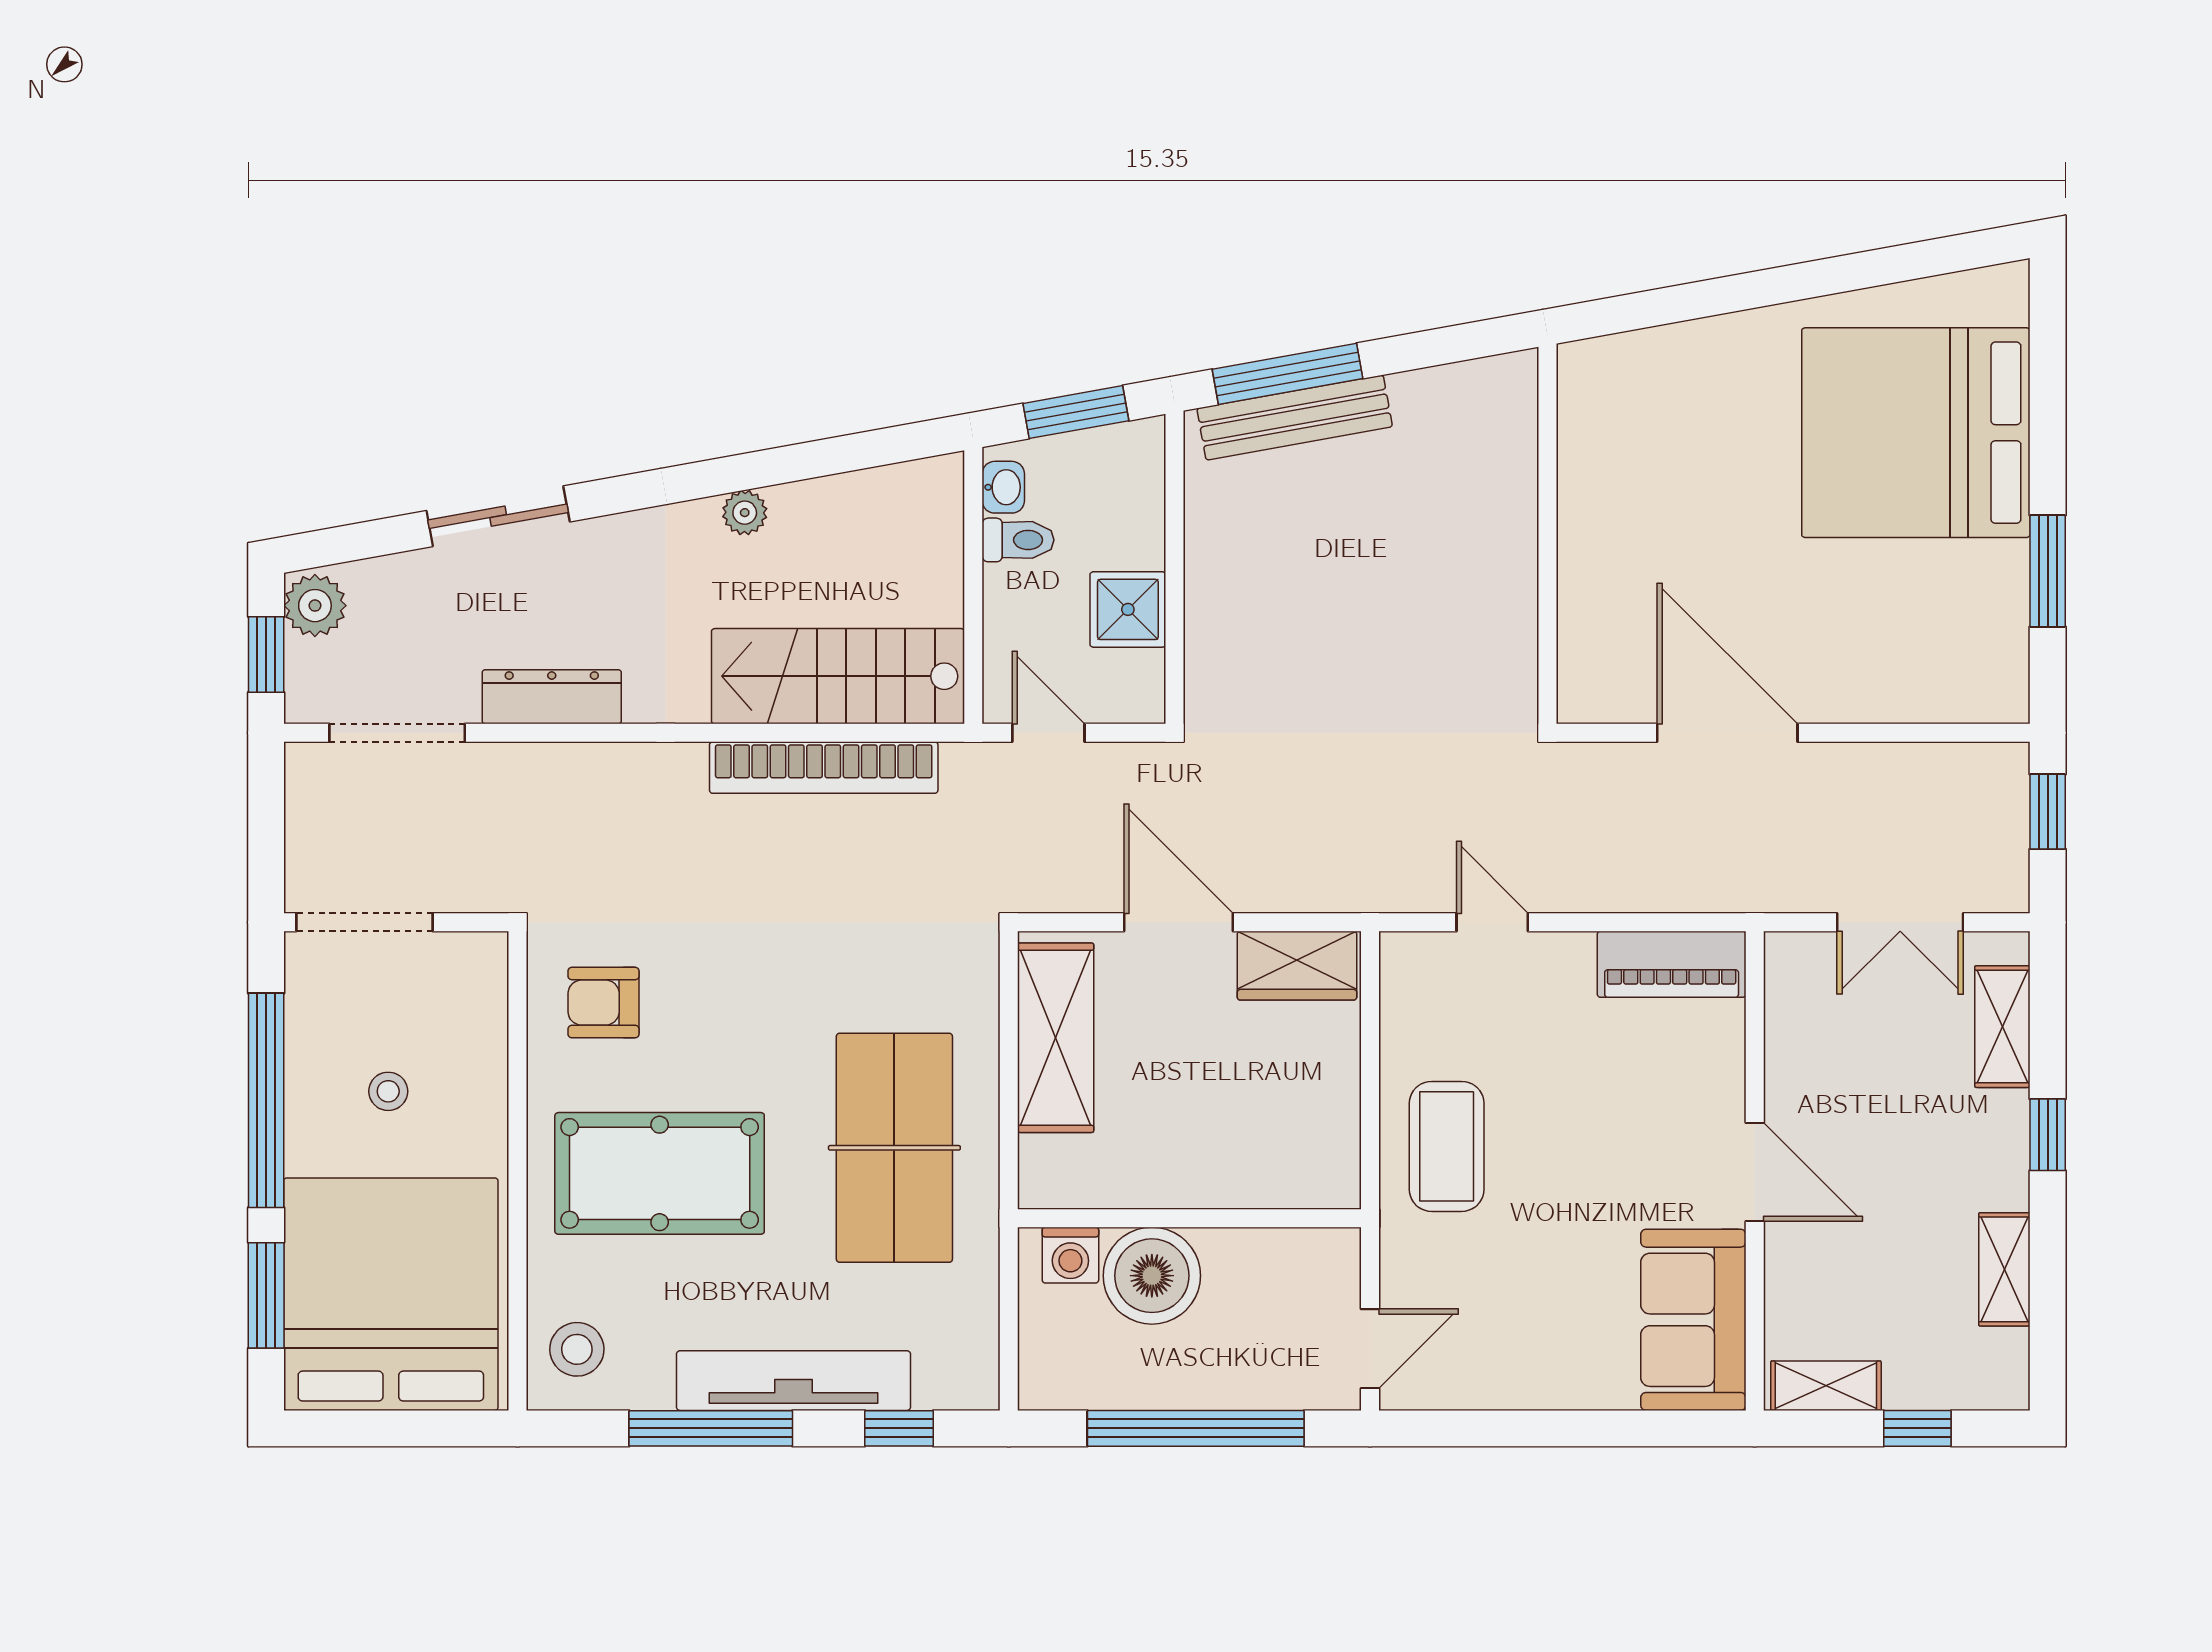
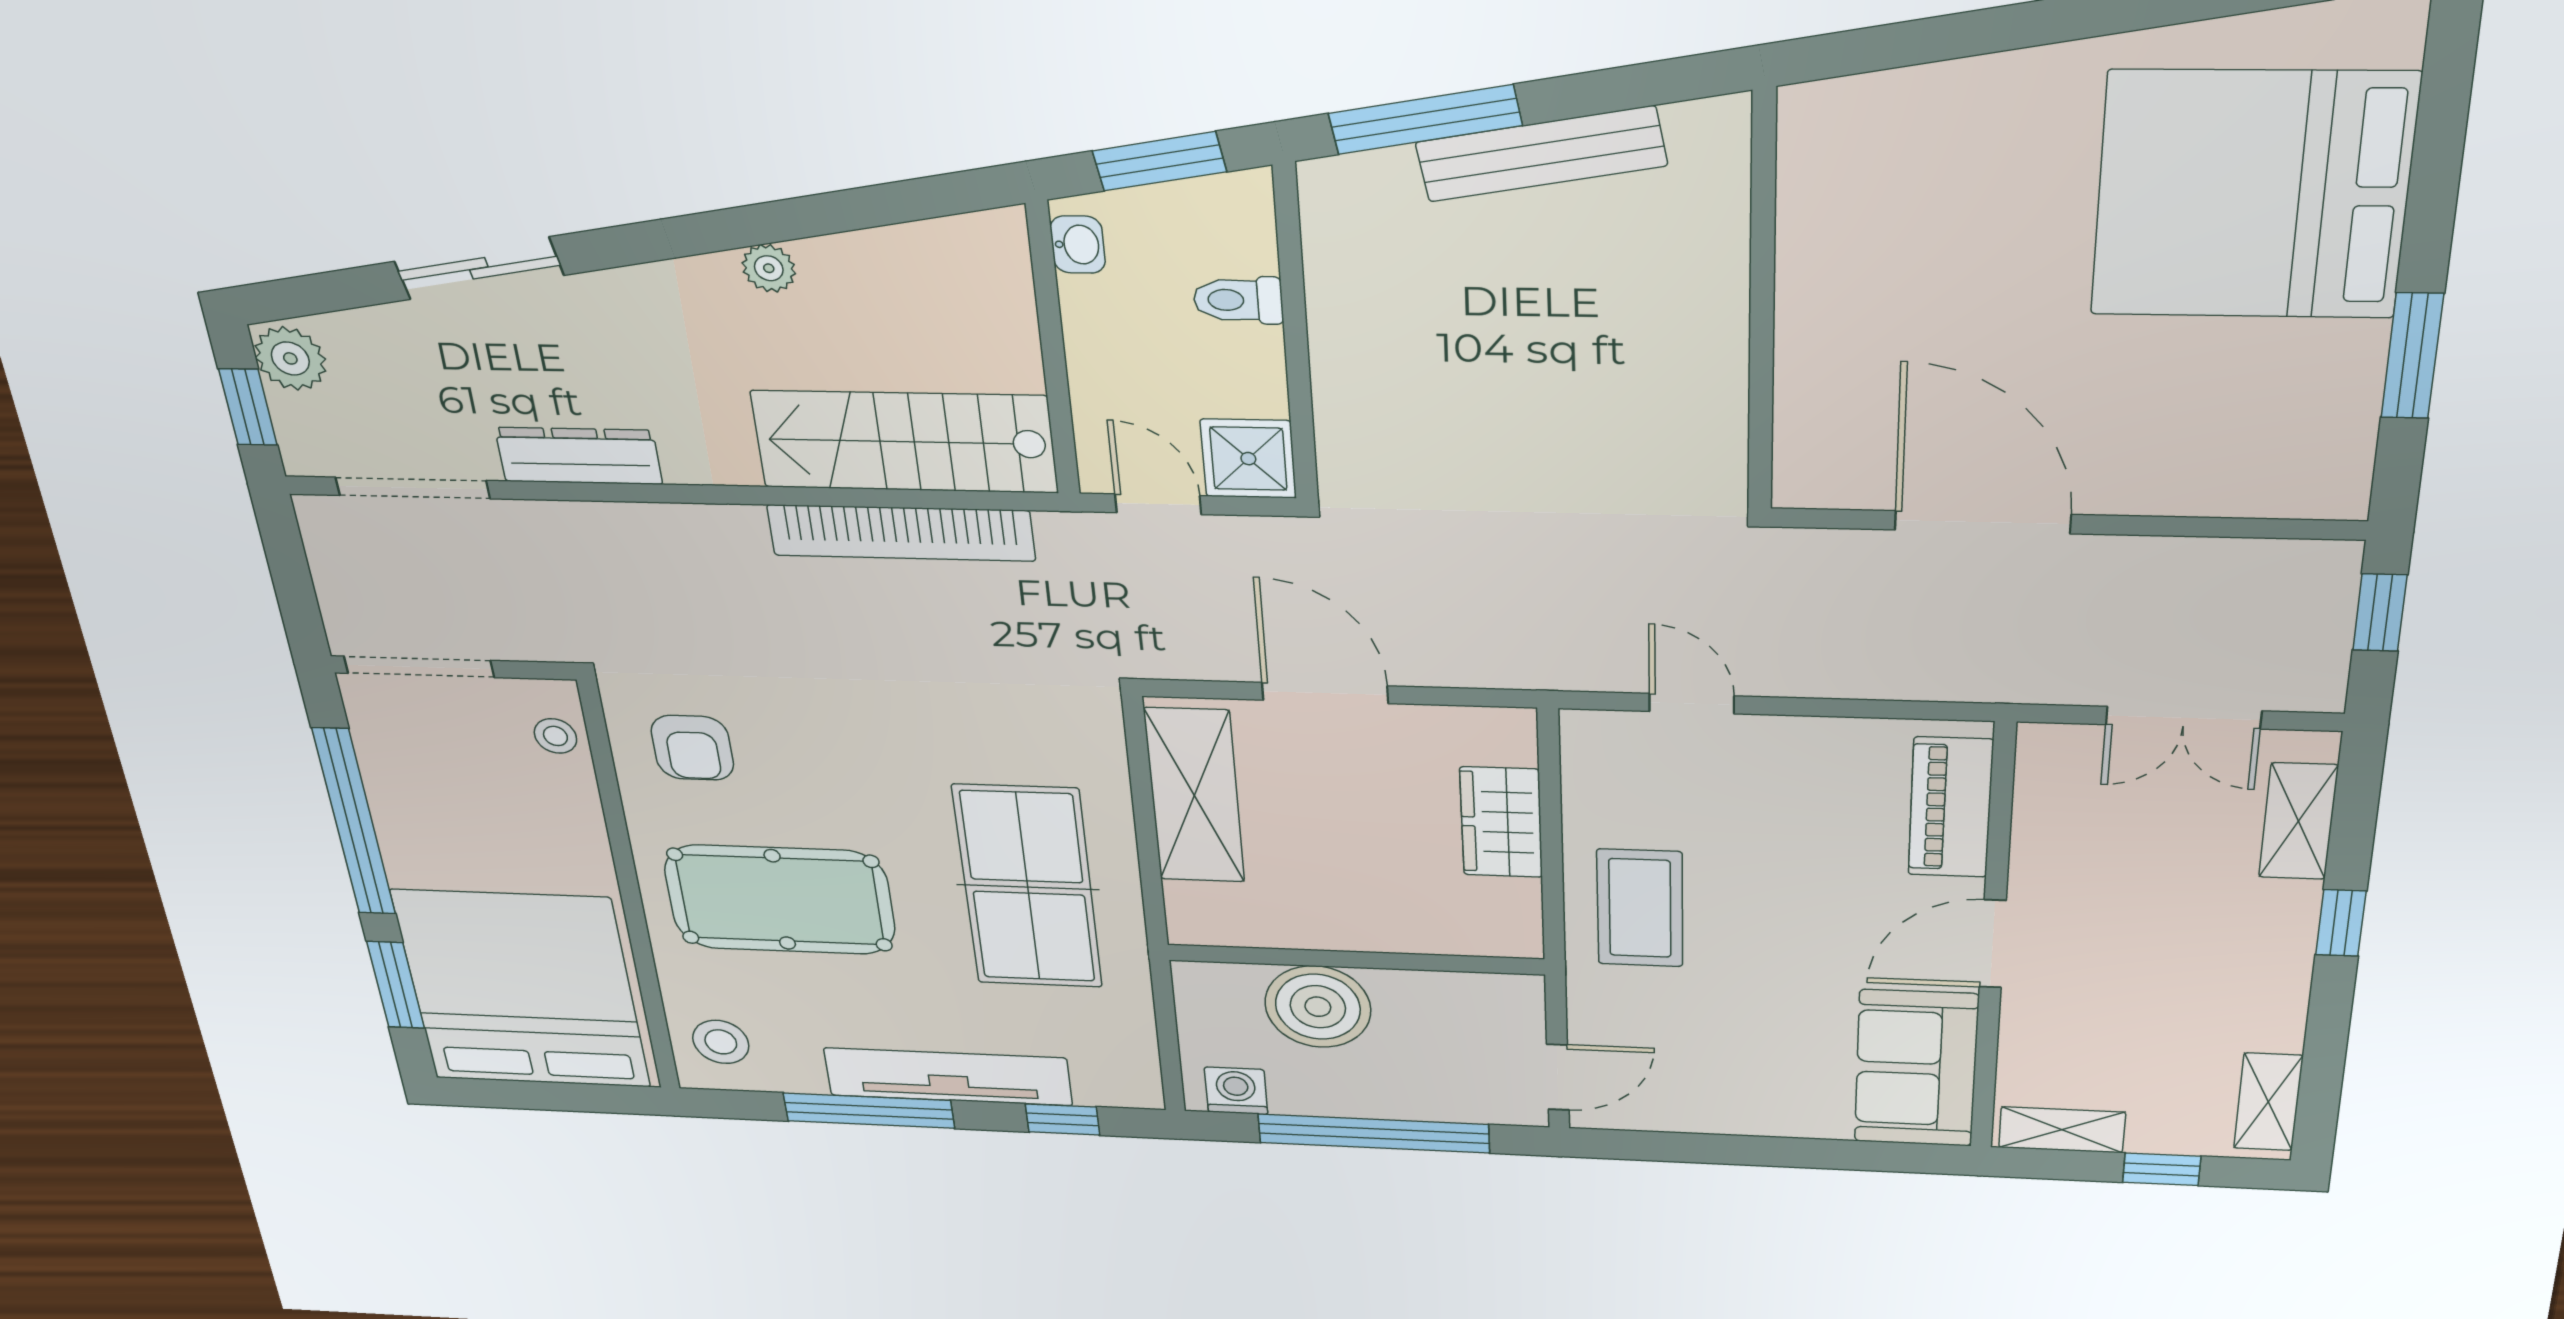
bench: (1295, 418) -> (1541, 154), moved
toilet: (1018, 540) -> (1238, 300), moved, turned 180
shower: (1128, 609) -> (1248, 459), moved
piano: (1672, 964) -> (1951, 808), moved, turned 90
wardrobe: (1297, 966) -> (1501, 822), moved, turned 90
armchair: (604, 1003) -> (692, 748), turned -90
stool: (388, 1091) -> (555, 736), moved
door: (1755, 1172) -> (1993, 944), swing flipped
washing machine: (1070, 1255) -> (1236, 1091), moved, turned 180
shelving: (2004, 1269) -> (2268, 1102), moved

